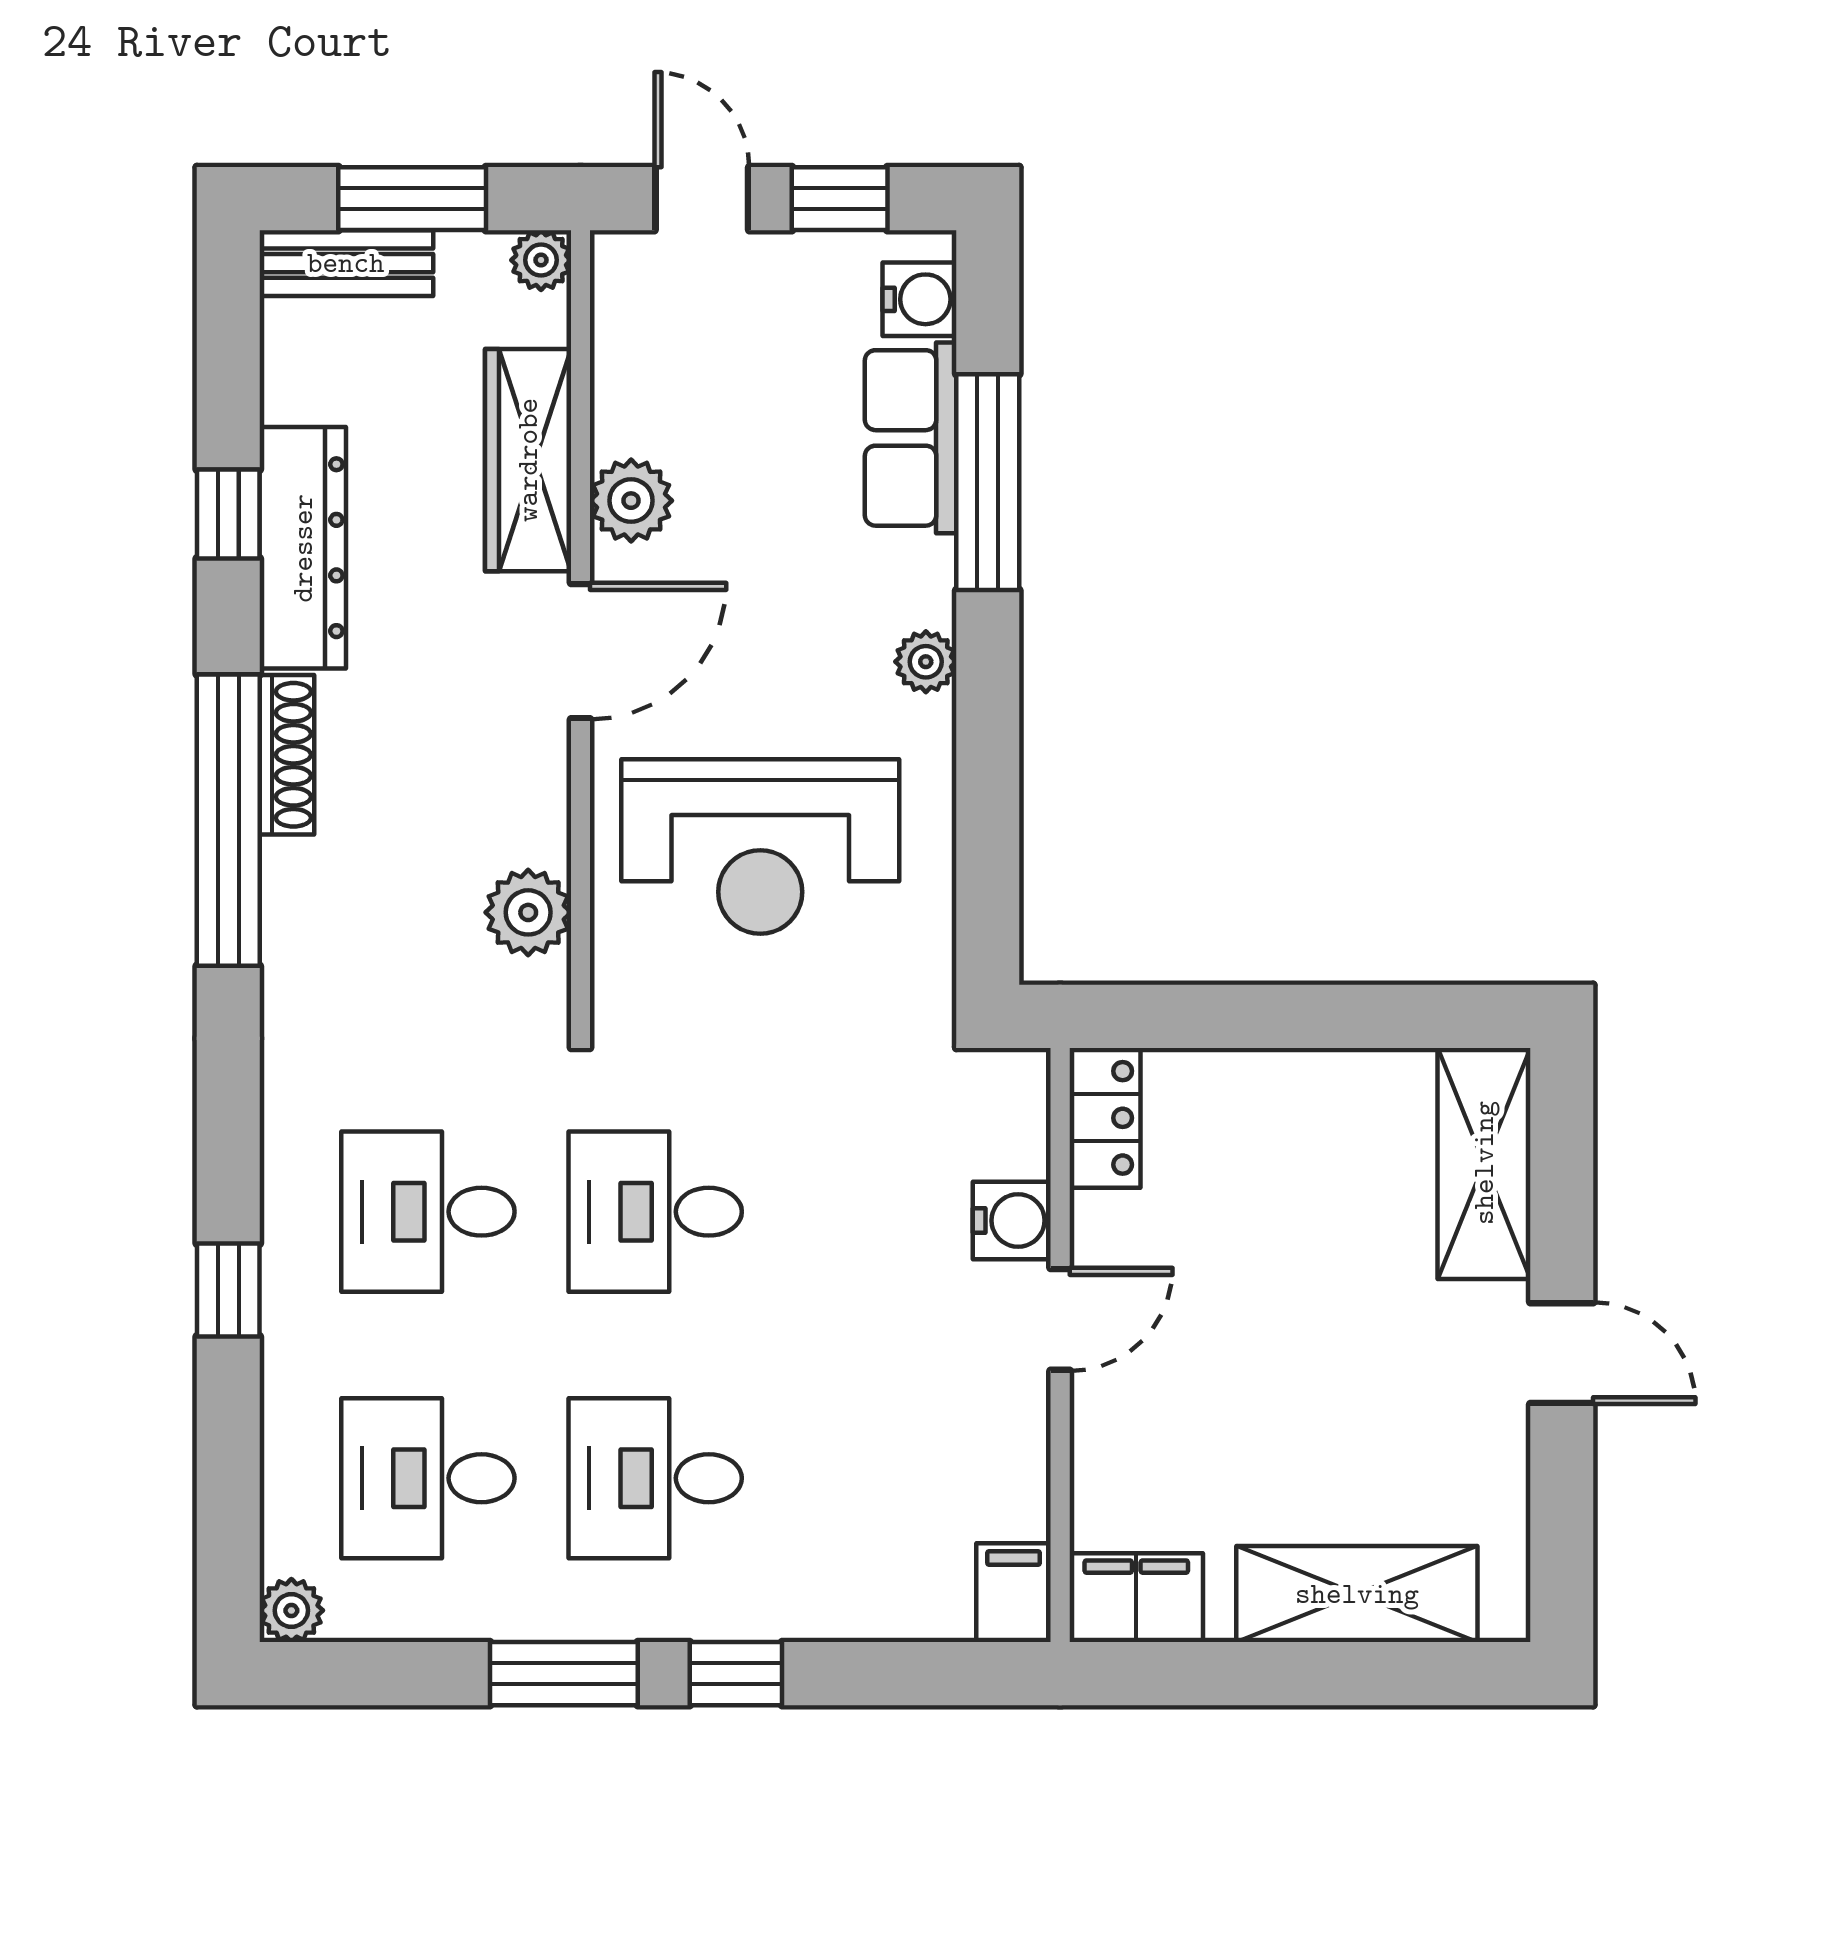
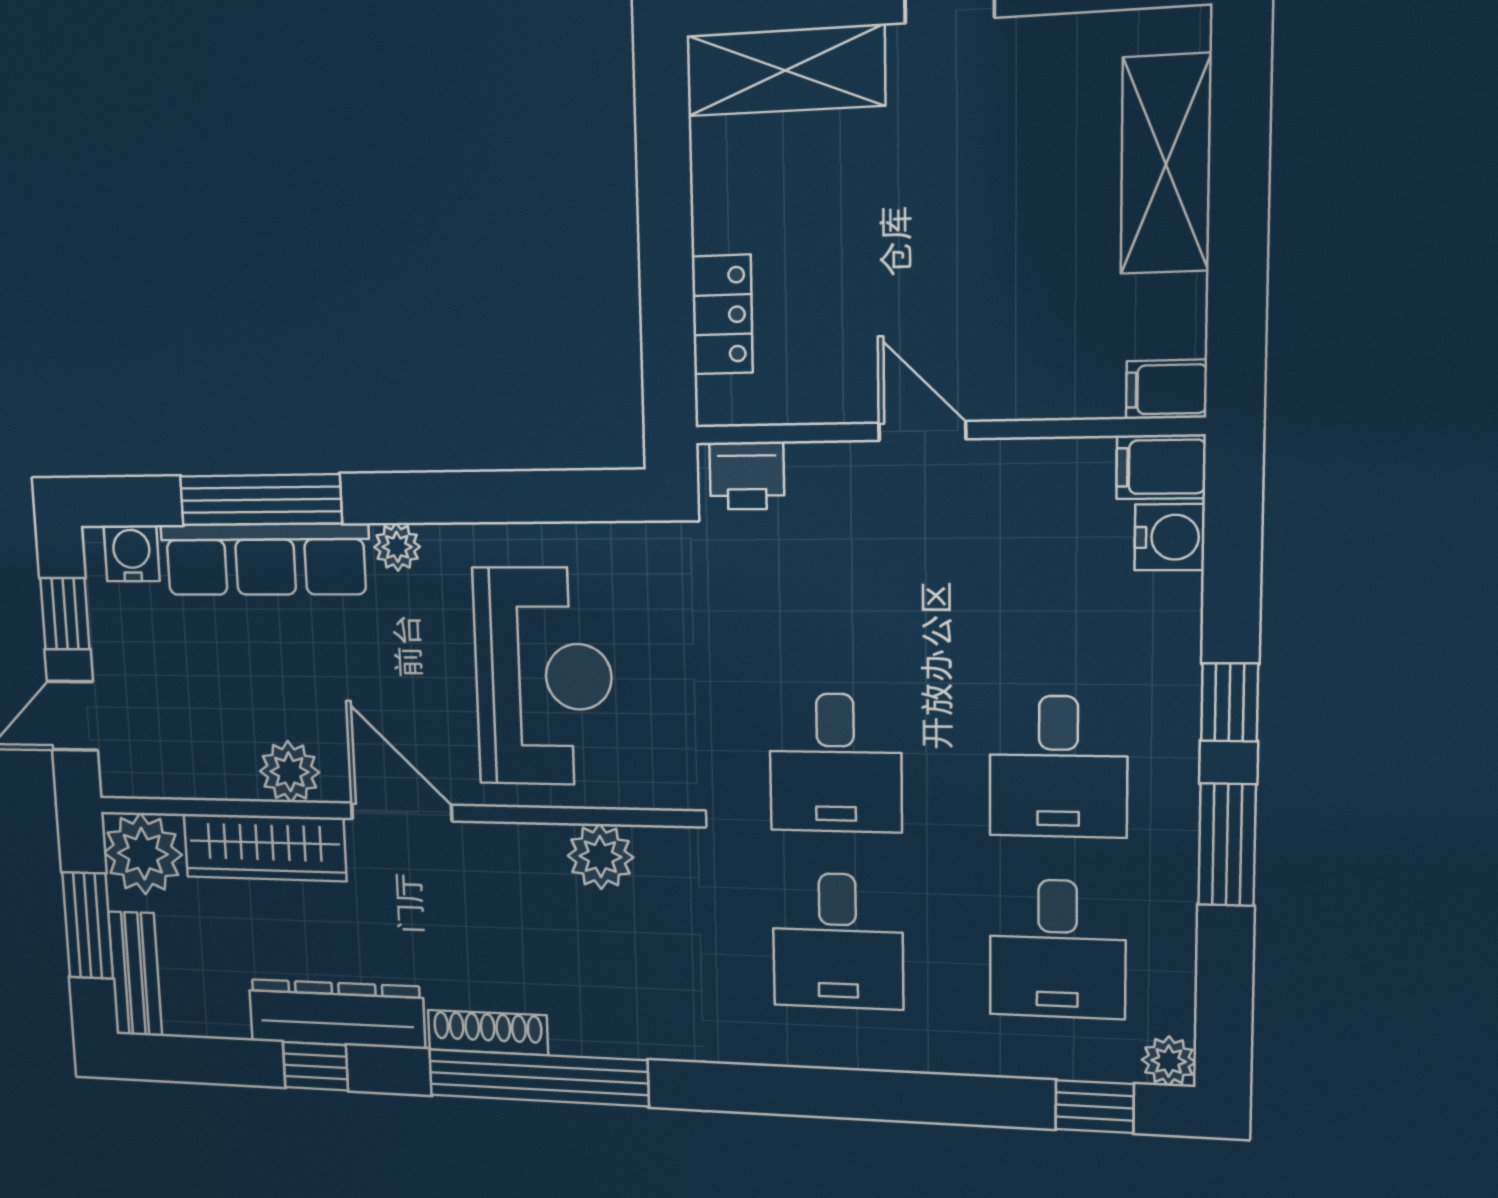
plant: (541, 260) -> (143, 854), width x1.87, depth x1.87
row of seats: (911, 438) -> (265, 559), width x1.48
printer: (1010, 1109) -> (747, 476), added
locker: (1105, 1118) -> (722, 315), moved, turned 90
water cooler: (1012, 1220) -> (1170, 537), moved, turned 90
window: (228, 1290) -> (1095, 1107), moved
filing cabinet: (1136, 1598) -> (1166, 389), width x0.50

